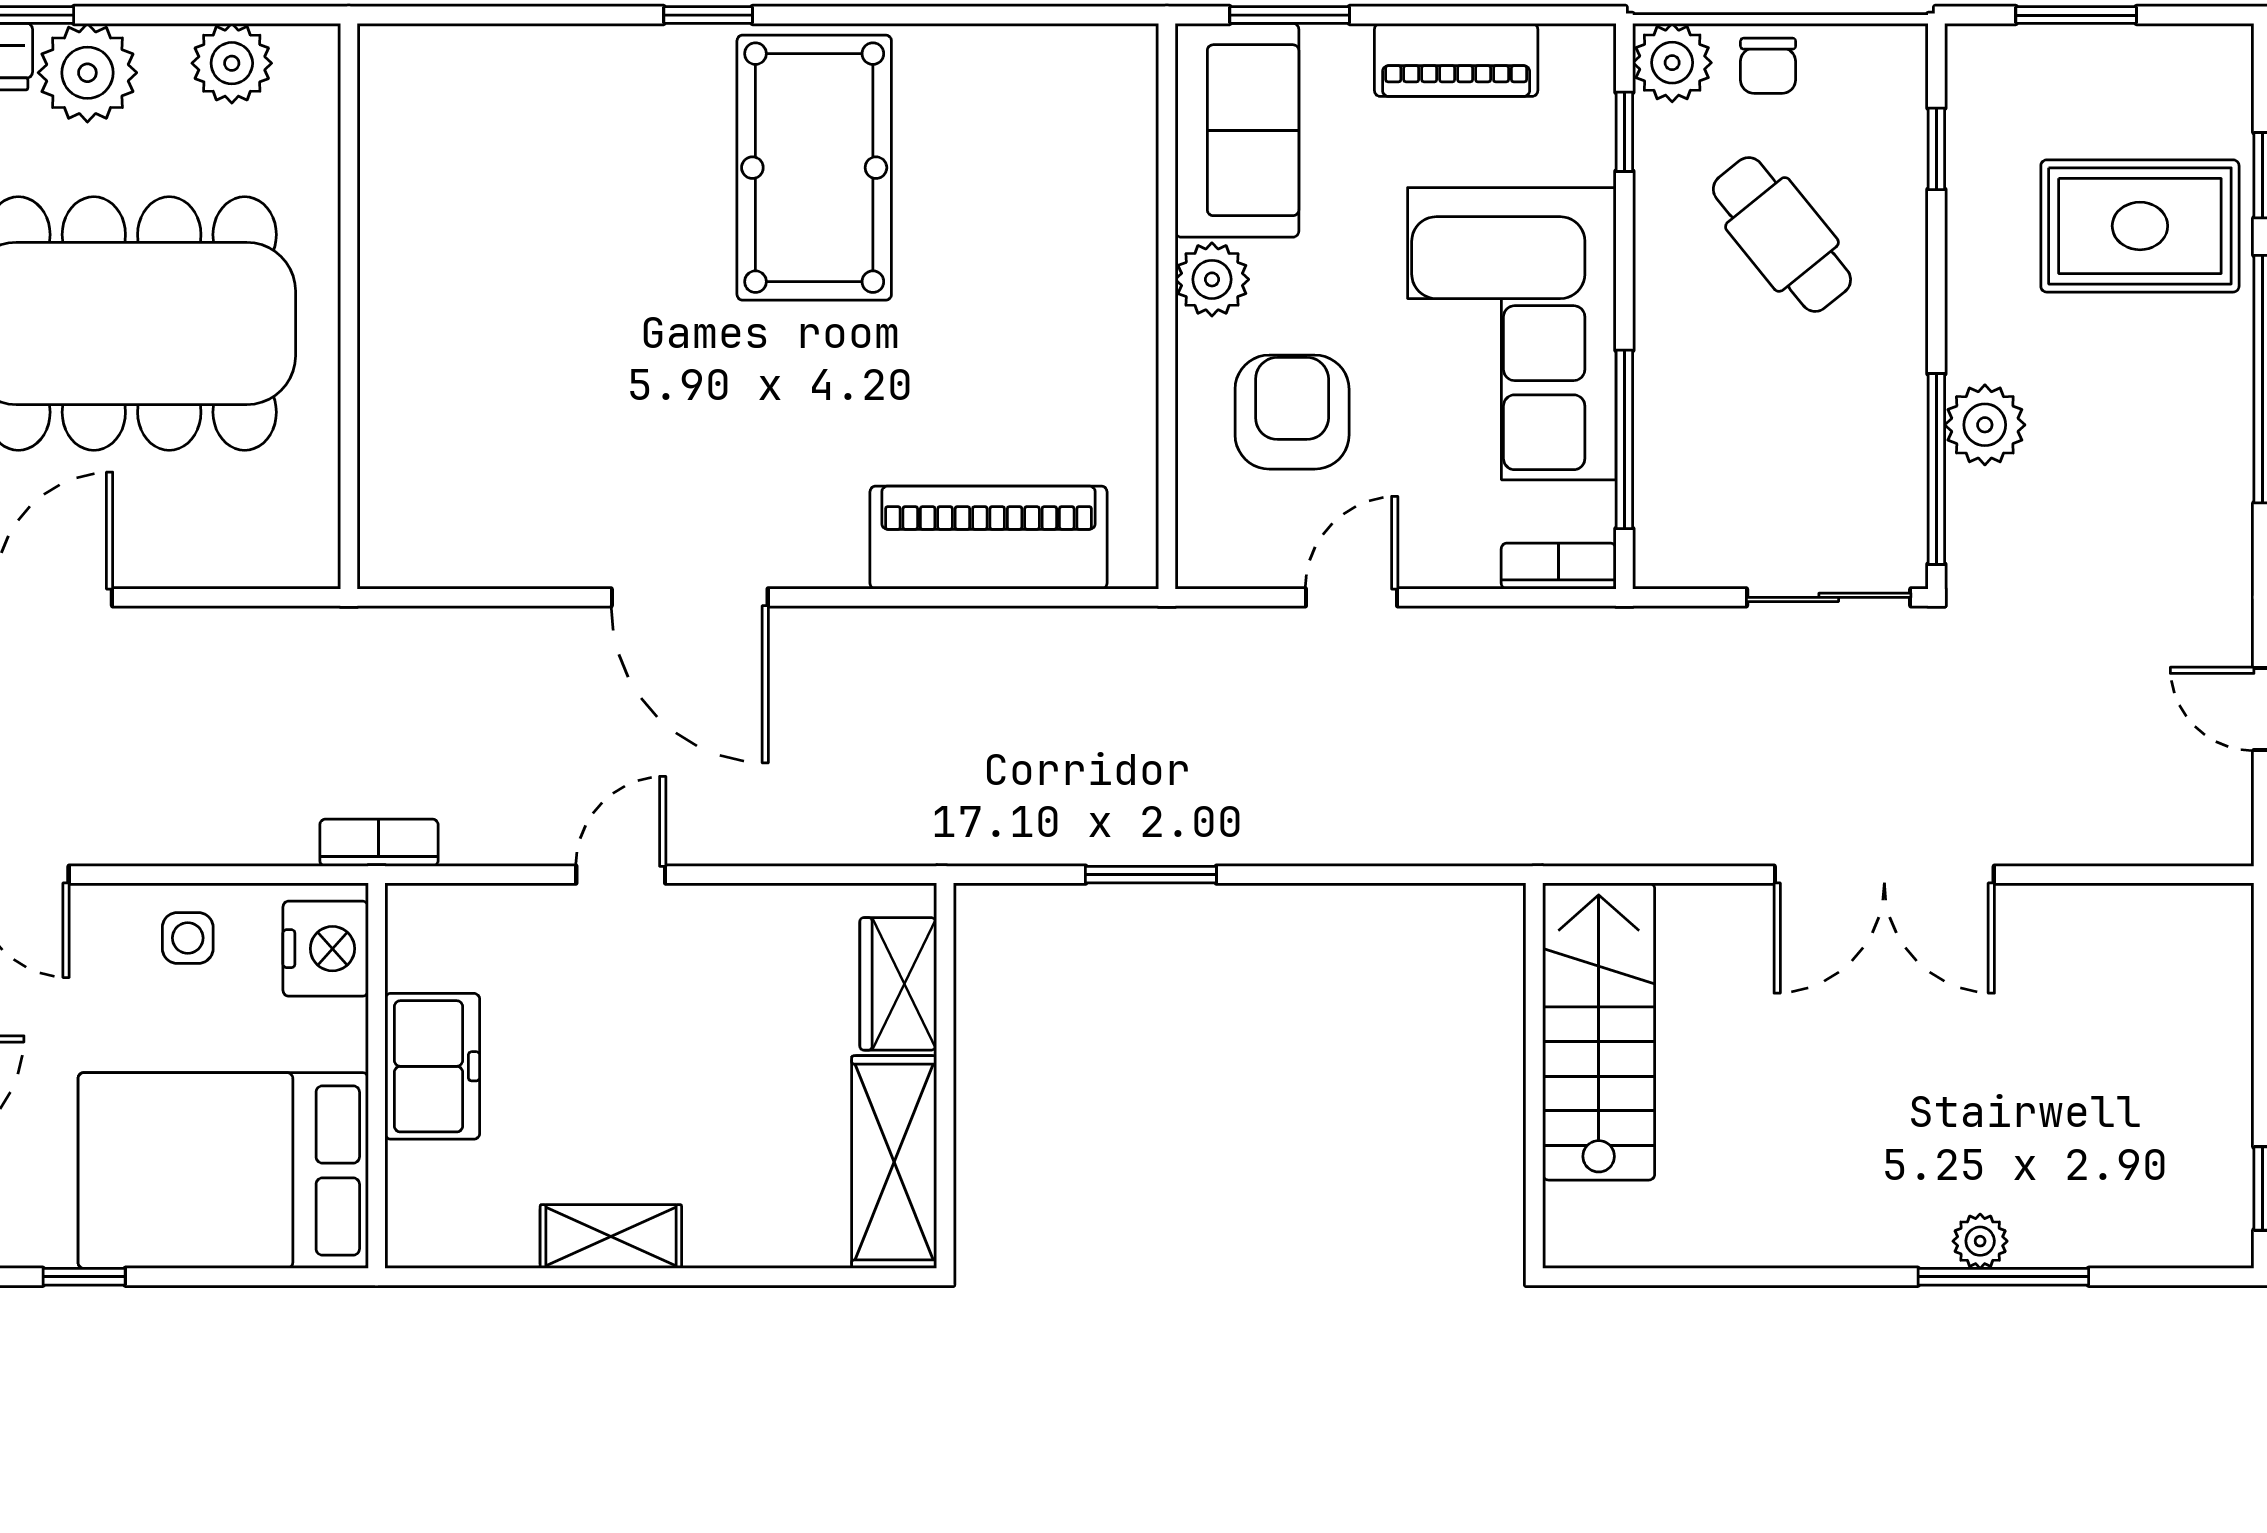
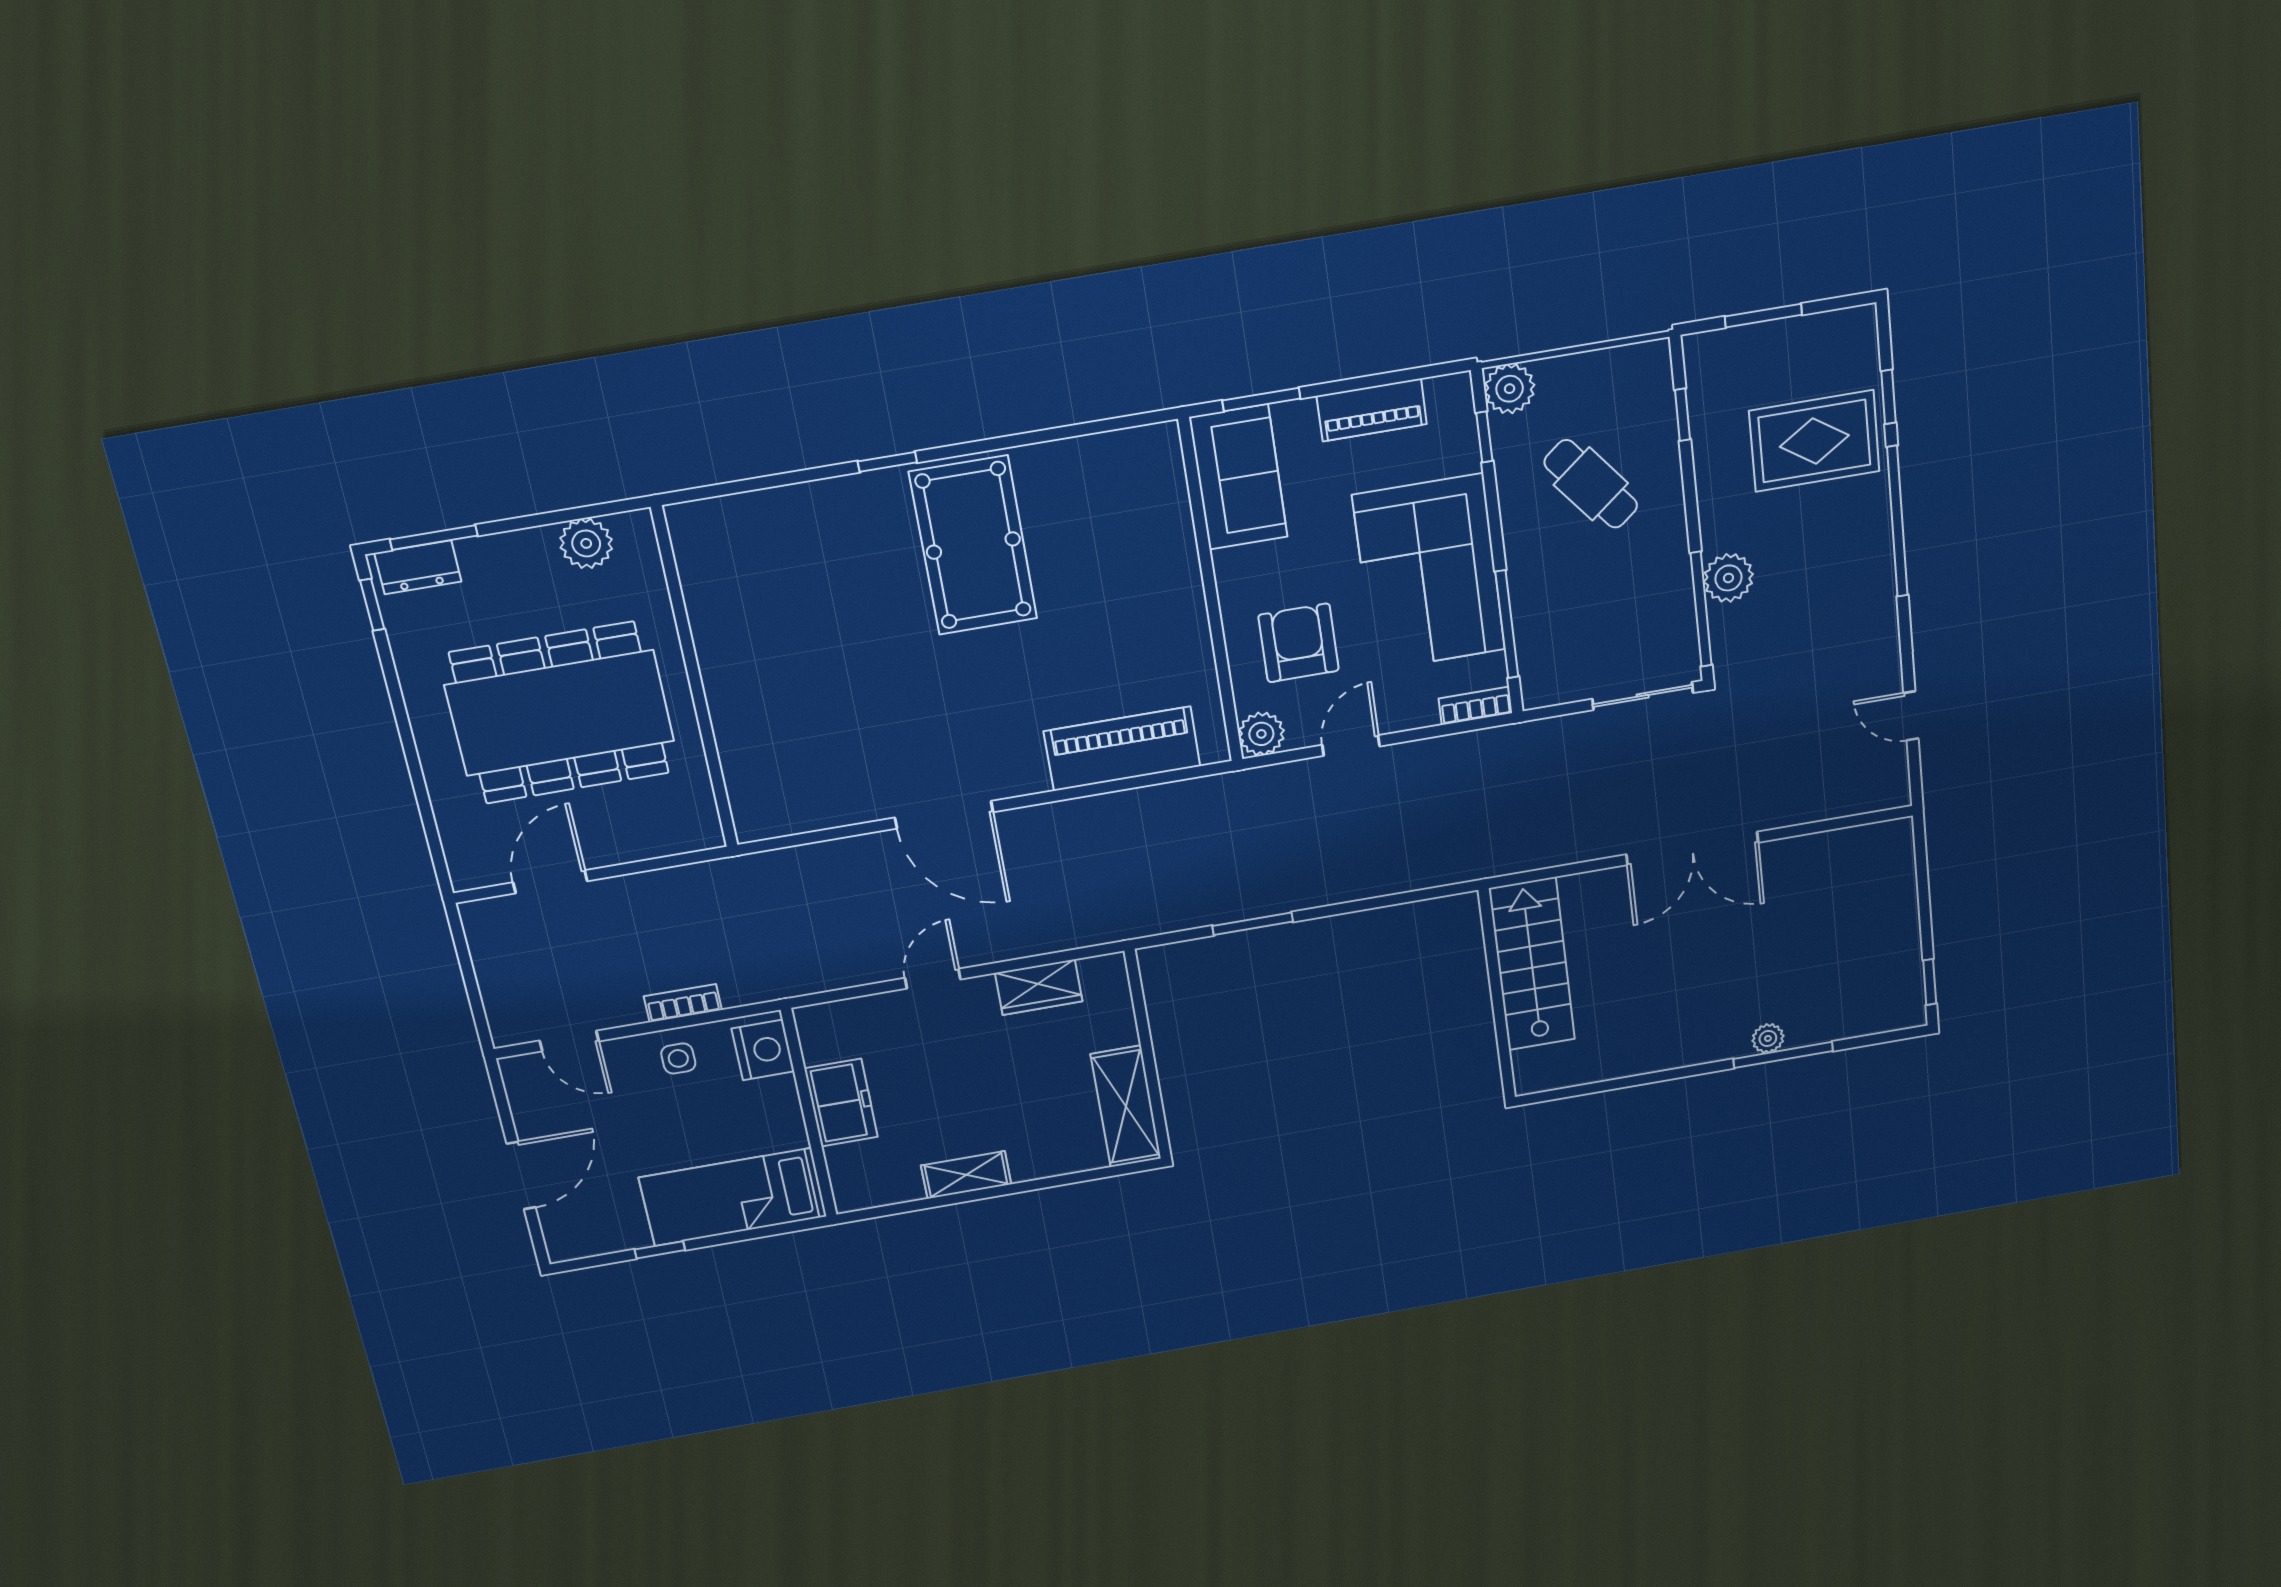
chair: (1768, 66) -> (1571, 380), removed
plant: (87, 73) -> (494, 565), removed
plant: (1212, 279) -> (1261, 734), moved
bookcase: (379, 843) -> (683, 1003), moved
wardrobe: (898, 984) -> (1039, 987), moved, turned -90
bed: (223, 1170) -> (733, 1197), width x0.67

